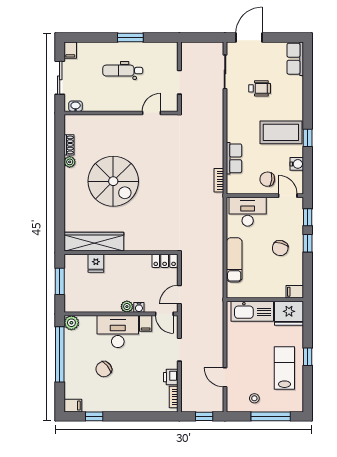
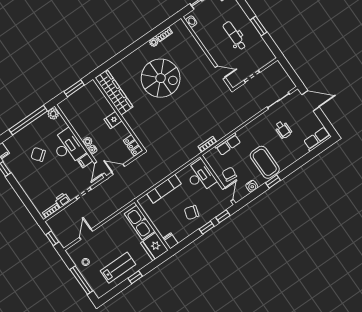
spiral stairs: (113, 181) -> (161, 78), turned -90
fridge: (96, 263) -> (113, 120), moved

